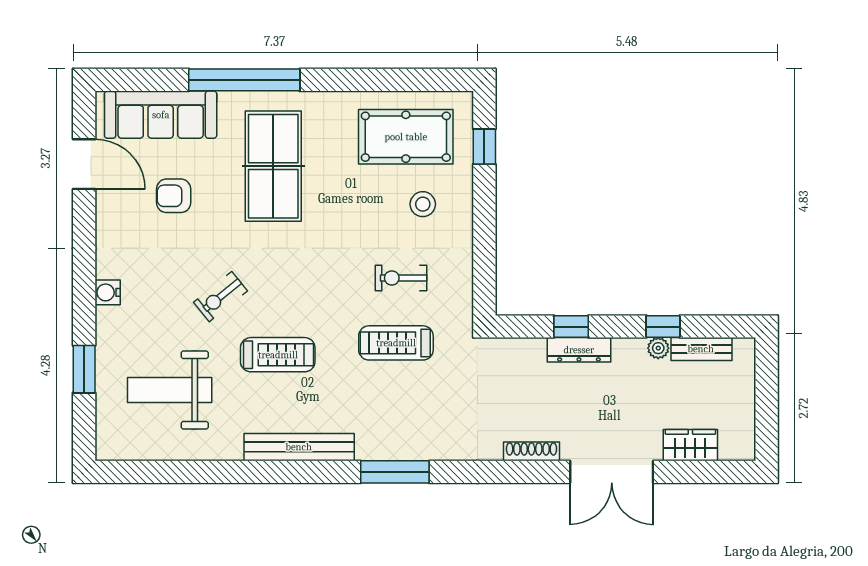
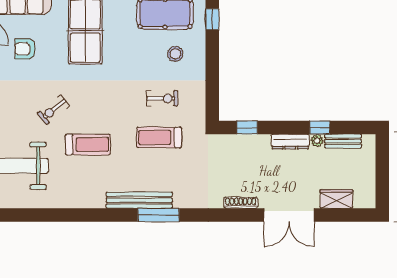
exercise bike: (401, 278) -> (162, 98), turned 180
window: (571, 327) -> (247, 128), moved
dresser: (579, 350) -> (290, 142), moved
bench: (299, 447) -> (139, 200), moved

